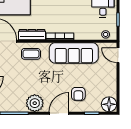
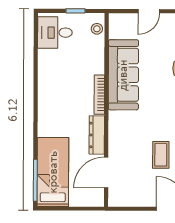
coffee table: (31, 54) -> (161, 155), moved
door: (118, 55) -> (149, 11), moved

